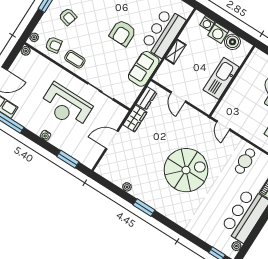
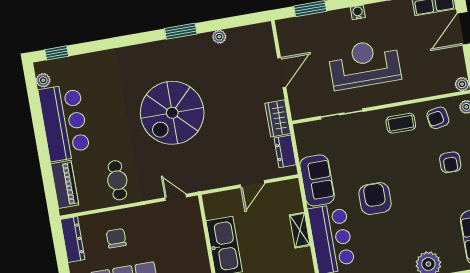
armchair: (68, 17) -> (450, 162), turned -105
door: (178, 97) -> (252, 184), swing flipped

